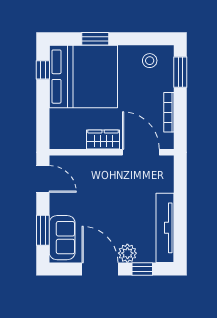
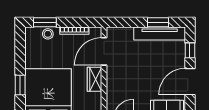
stool: (150, 61) -> (48, 34), moved
window: (180, 226) -> (158, 22), added
plant: (127, 253) -> (178, 61), removed

